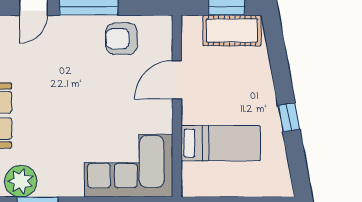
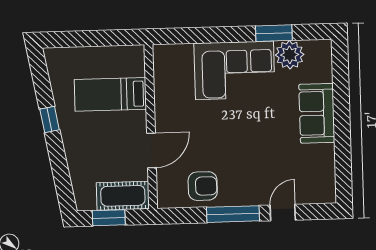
cot: (232, 30) -> (123, 196), moved
corner sofa: (129, 166) -> (234, 70), moved

